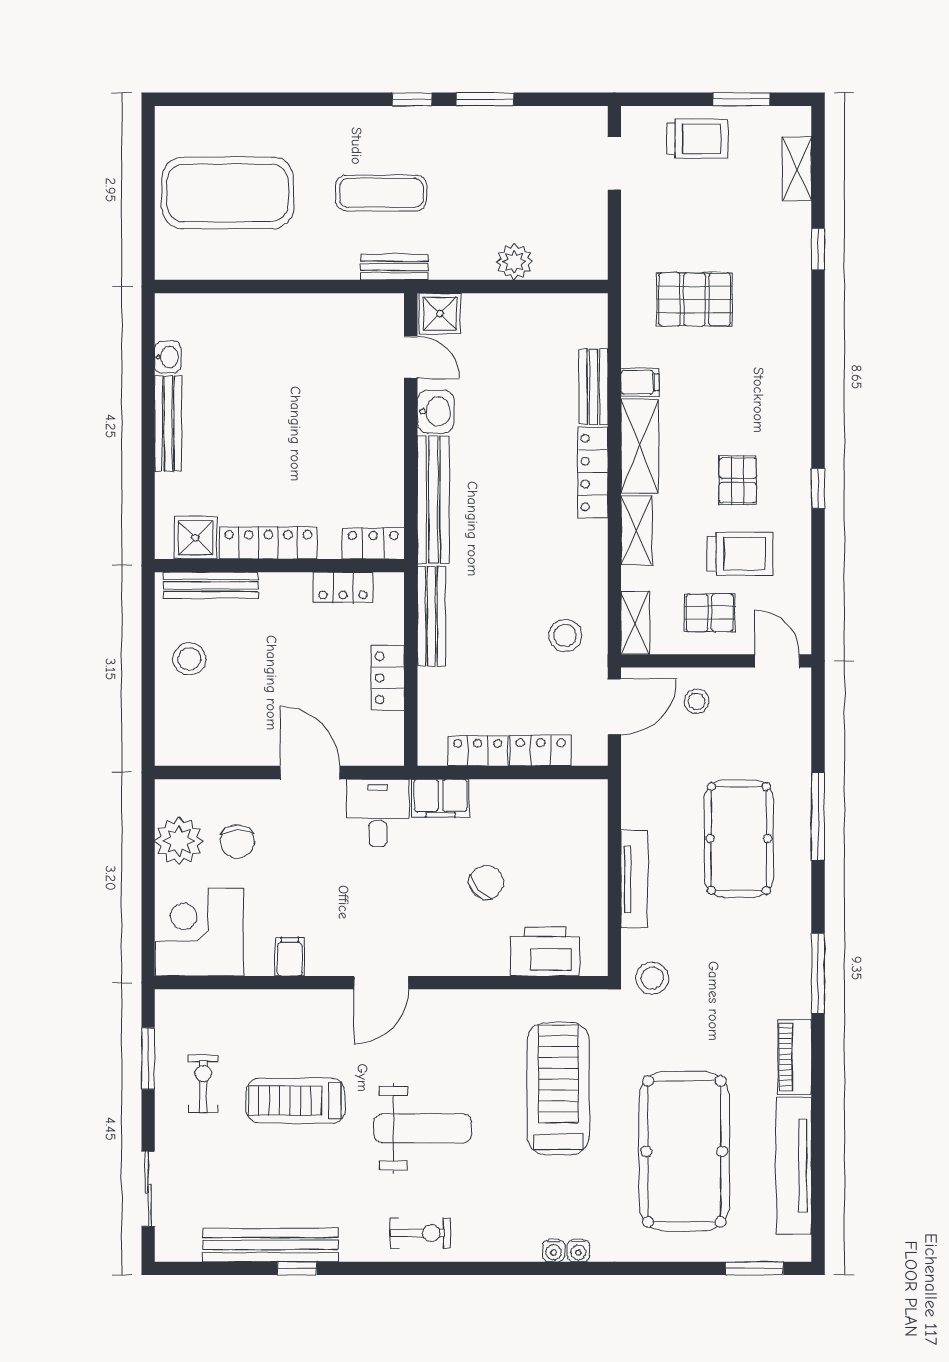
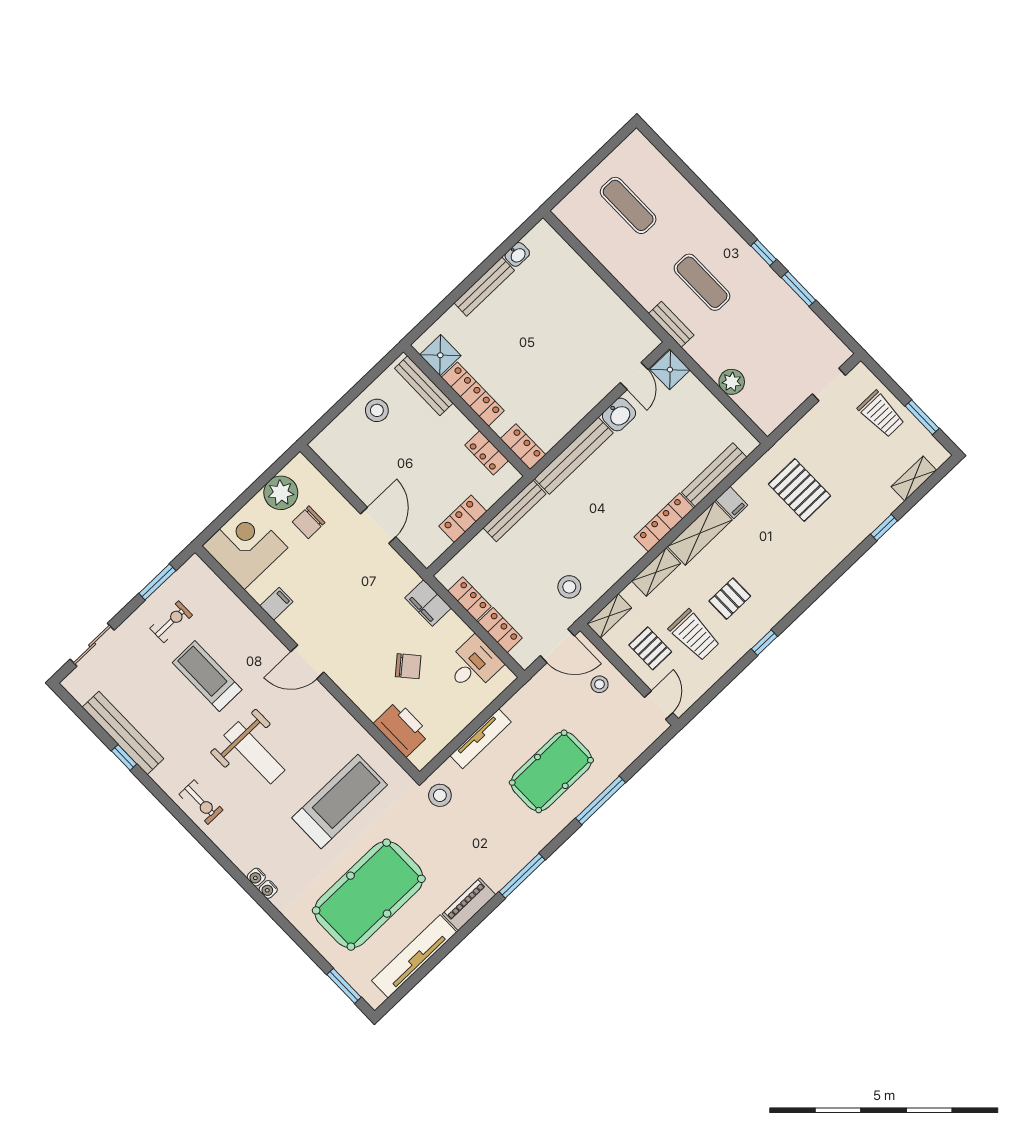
exercise mat: (228, 193) -> (628, 205), width x0.50, depth x0.69
bench: (593, 387) -> (714, 475), width x1.36
desk: (378, 813) -> (473, 665), moved

